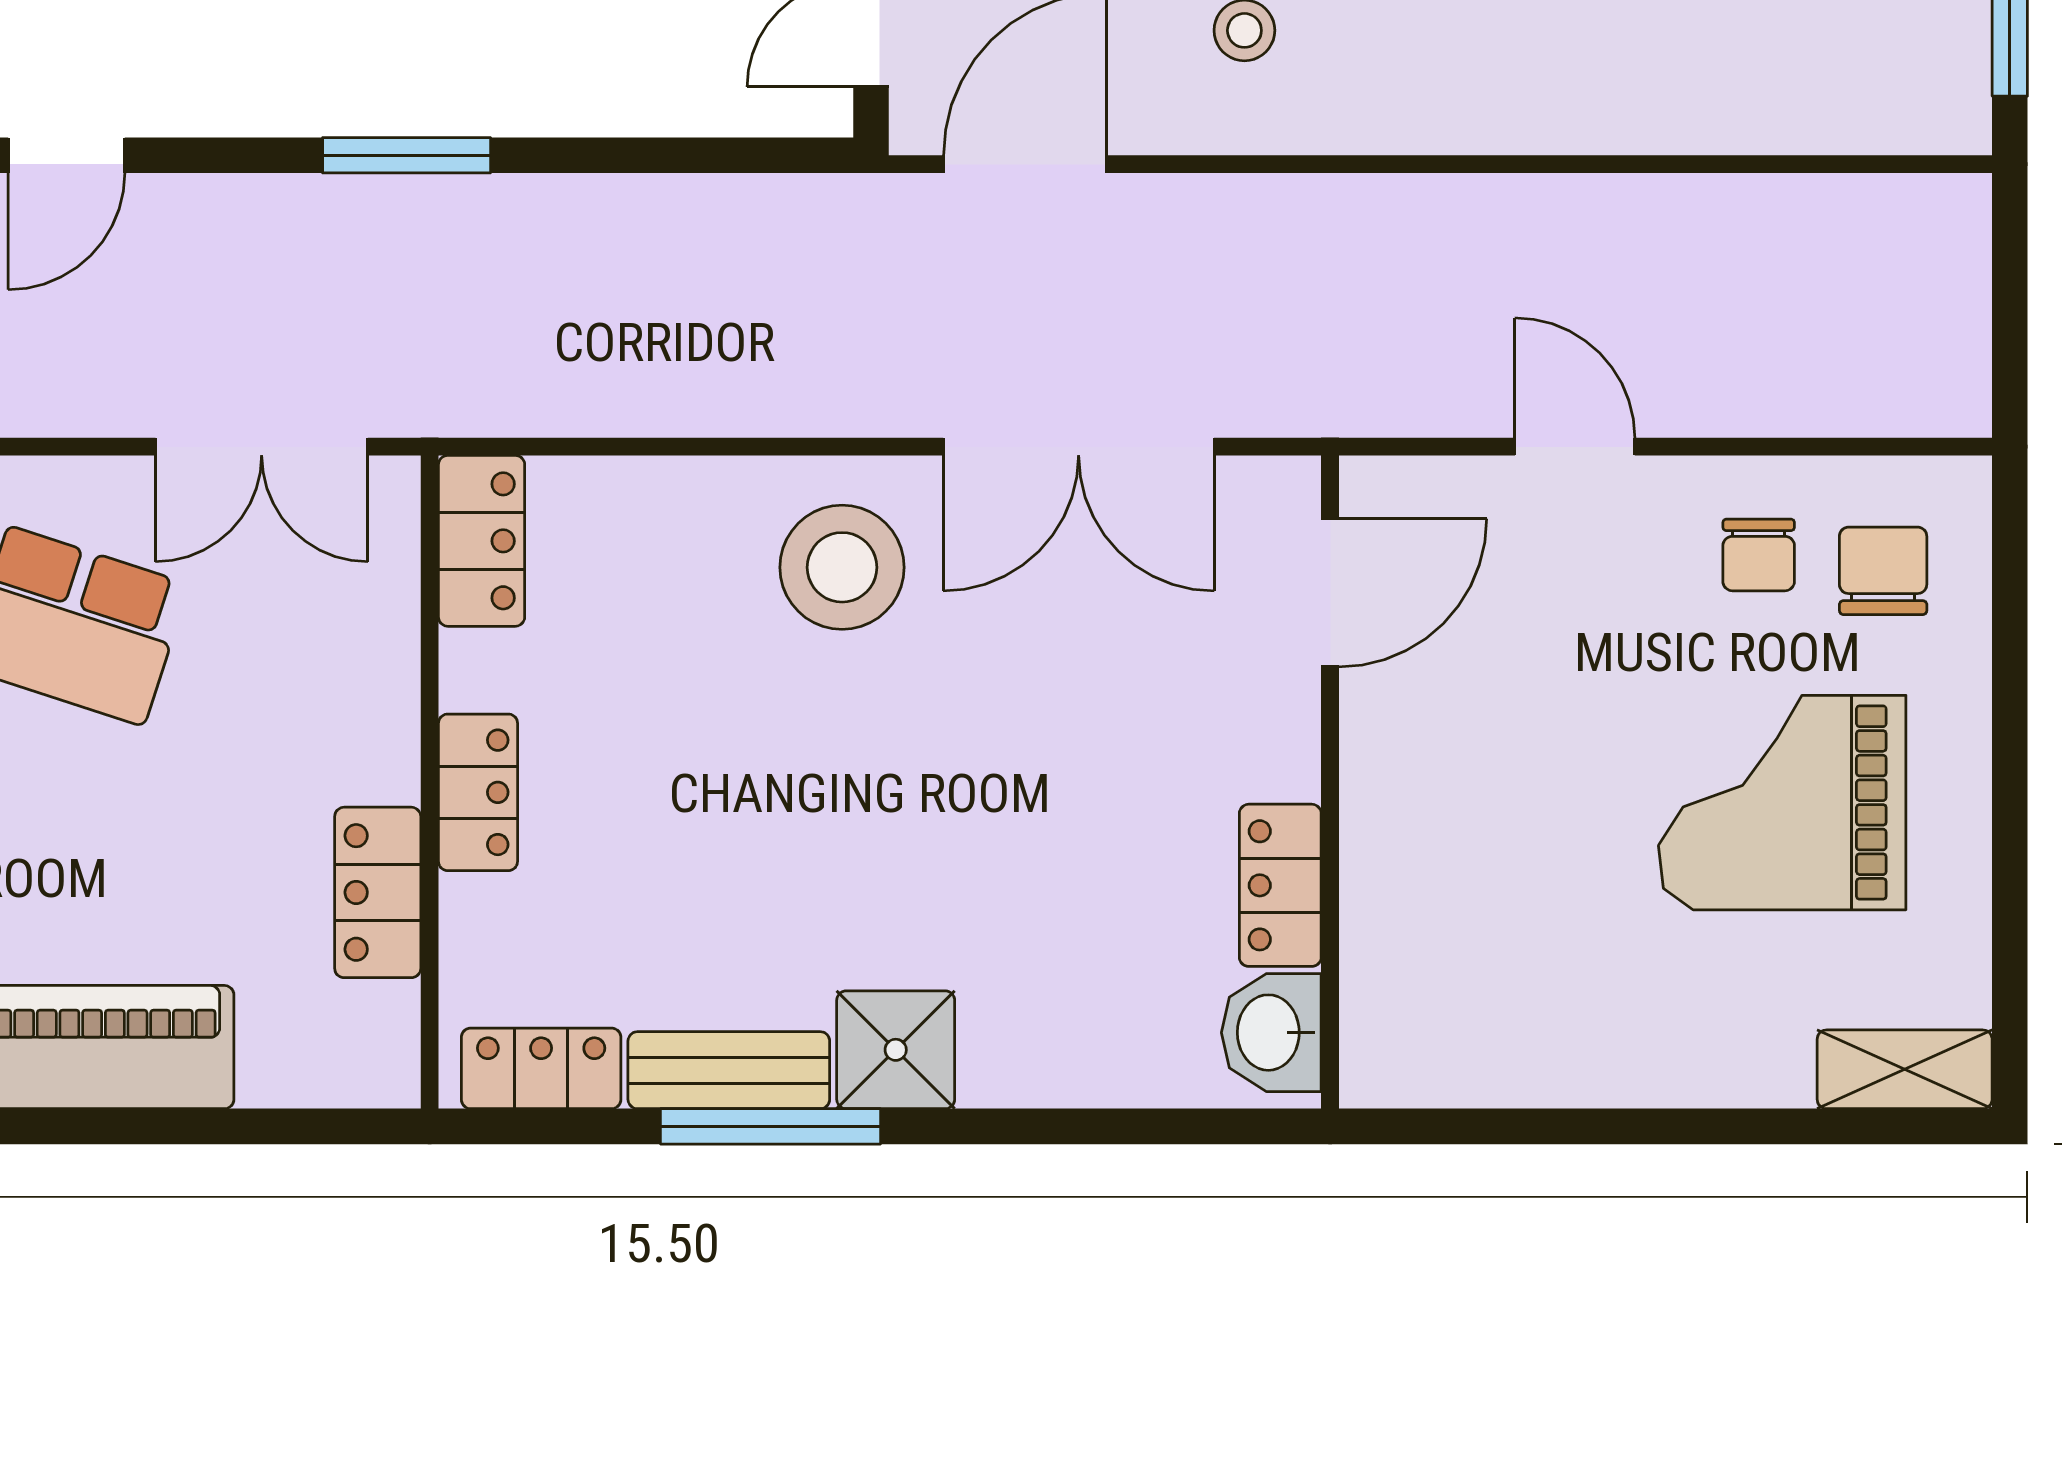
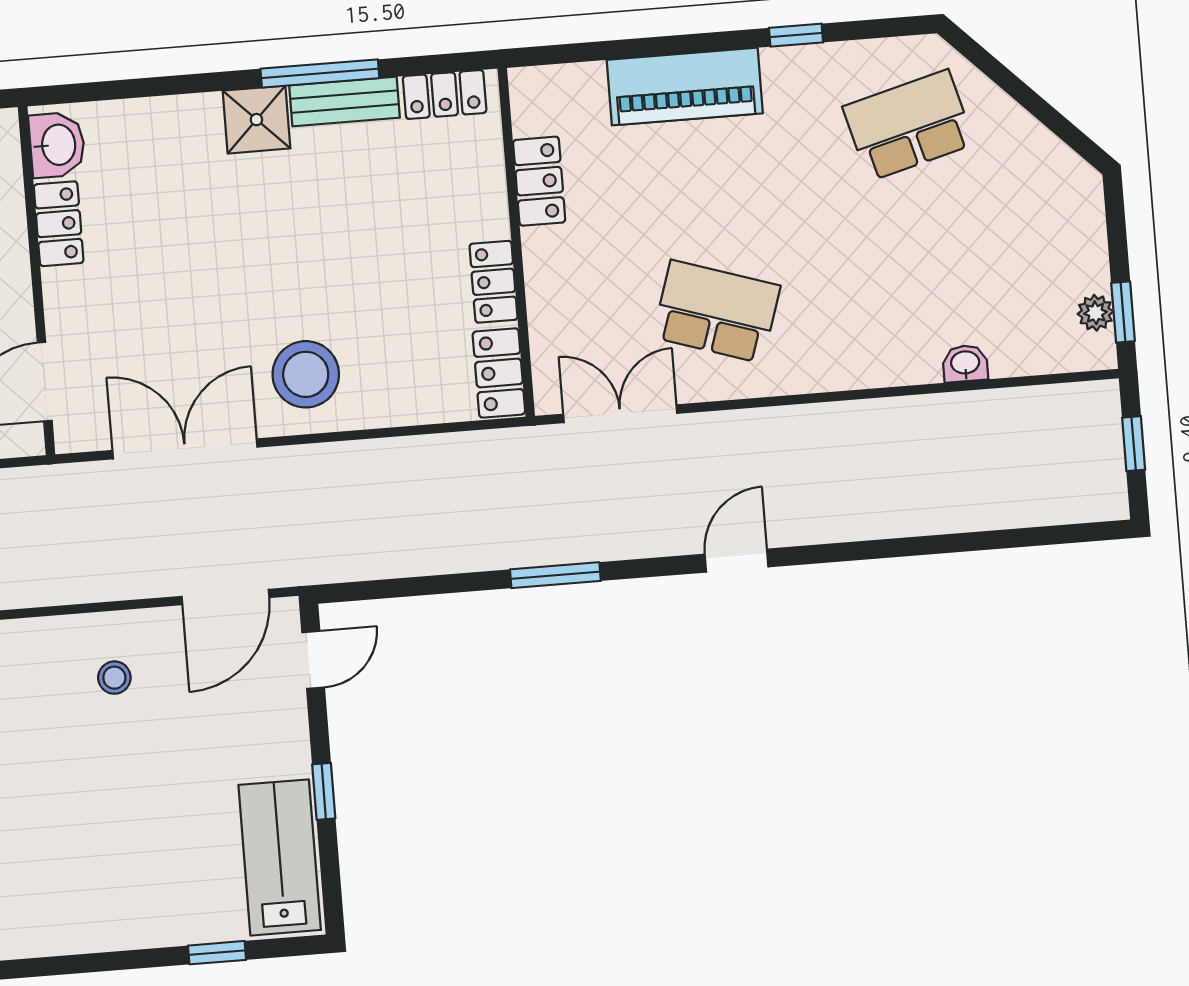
locker: (478, 792) -> (493, 282), moved

